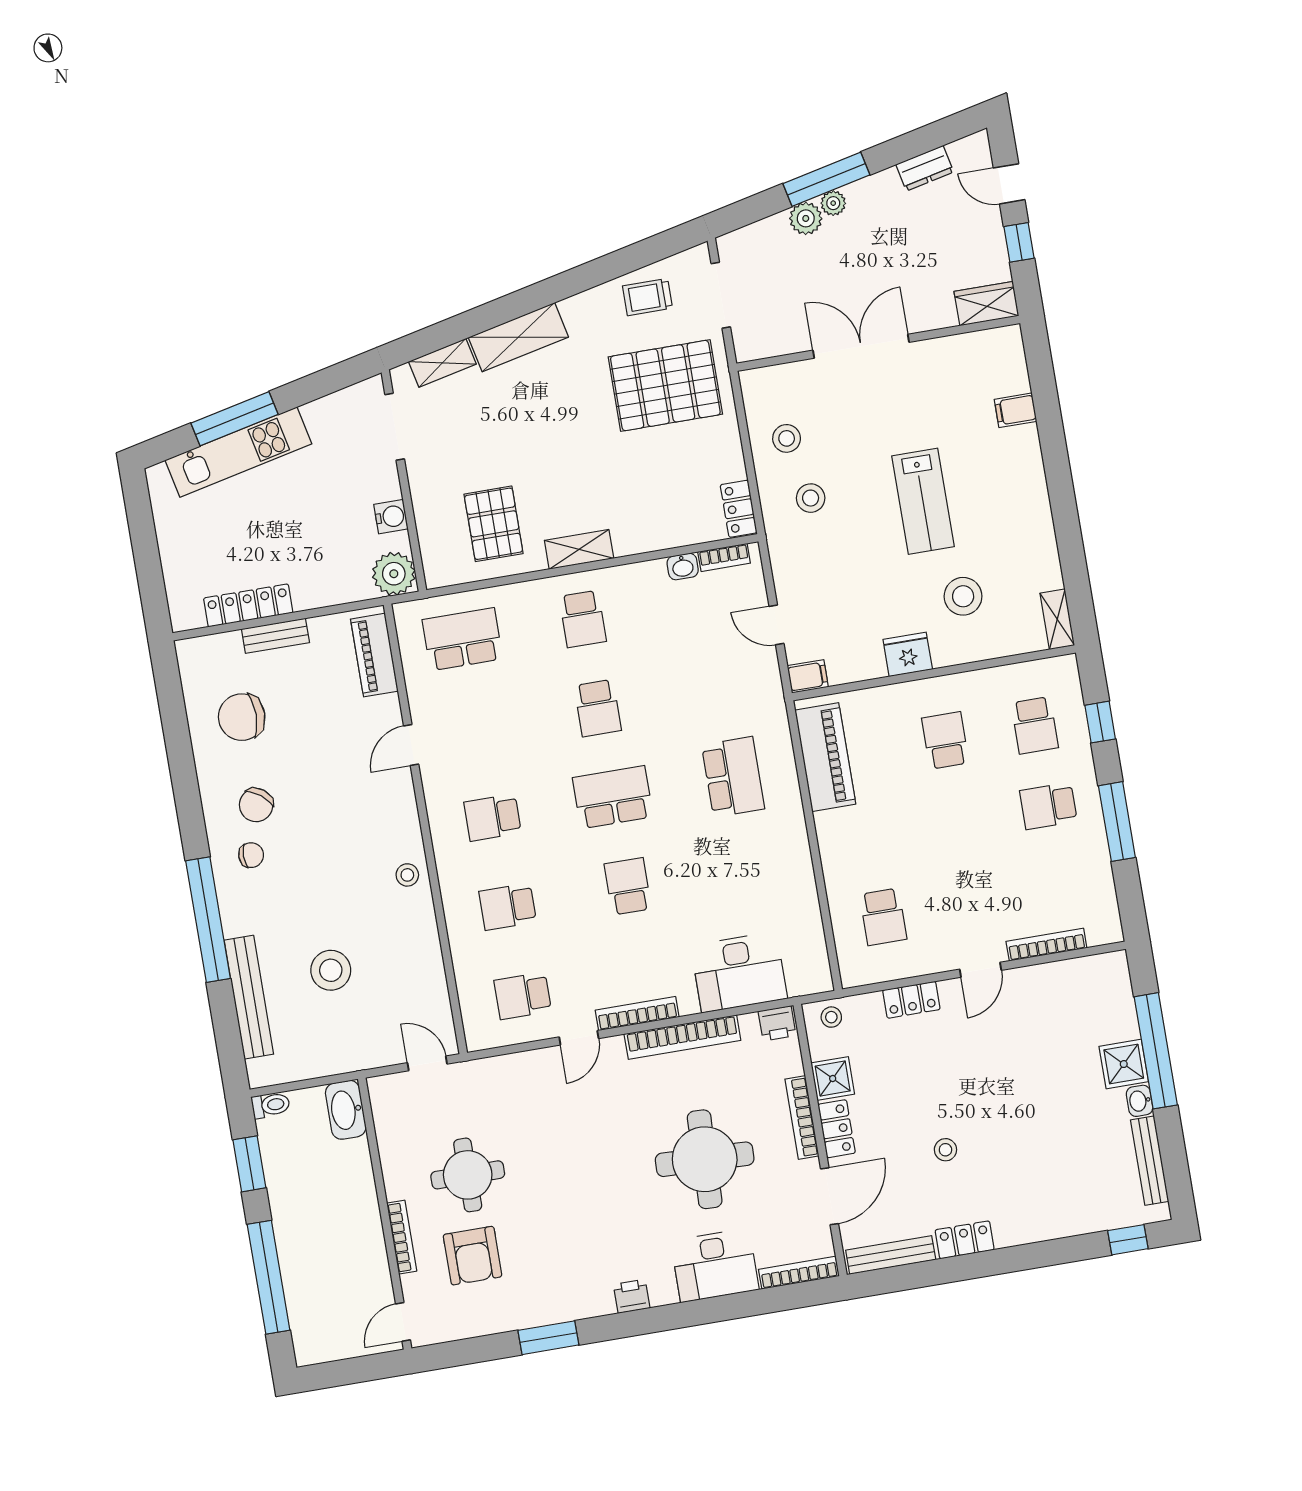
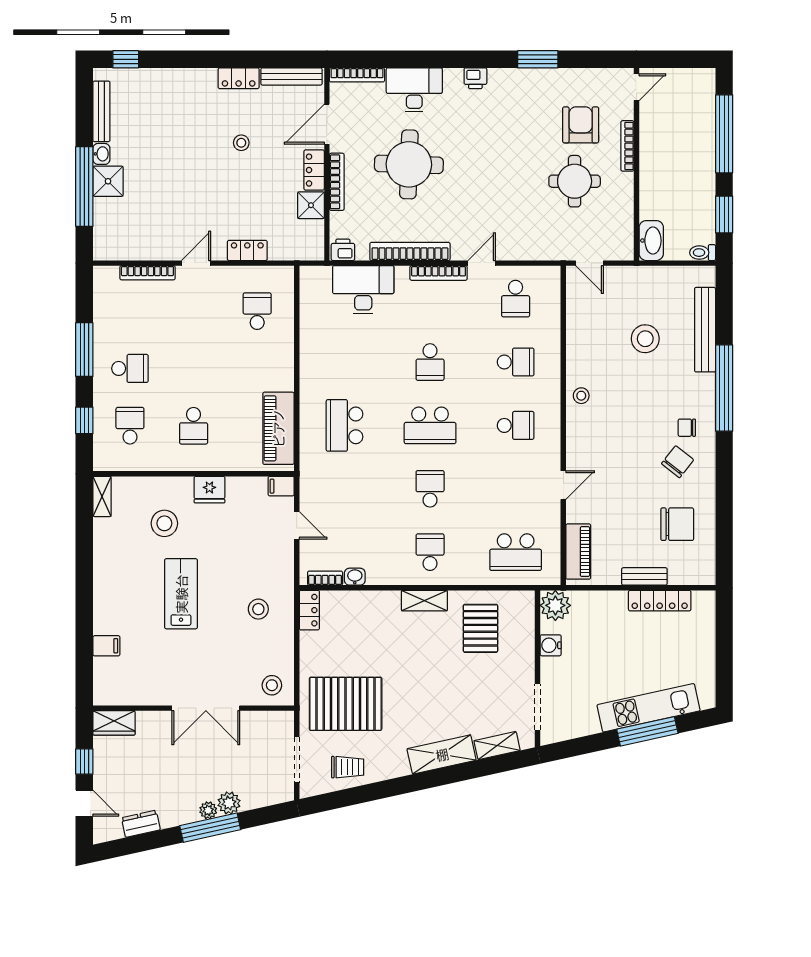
stool: (787, 438) -> (272, 685), moved
school desk: (523, 996) -> (516, 299), turned 90
stool: (831, 1017) -> (305, 248), removed

